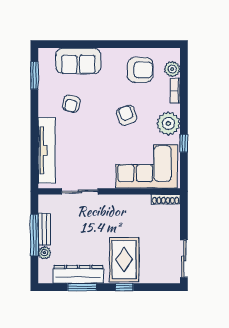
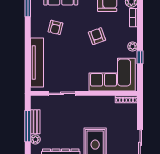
plant: (168, 124) -> (133, 46), width x0.53, depth x0.53

